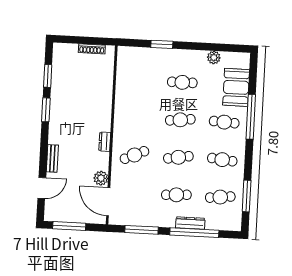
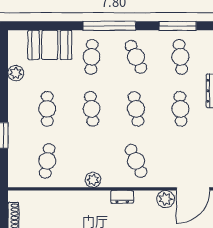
cafe table: (138, 80) -> (47, 161), added
window: (251, 117) -> (109, 26), moved
plant: (120, 118) -> (93, 180), added
cafe table: (222, 160) -> (136, 57), turned -30

